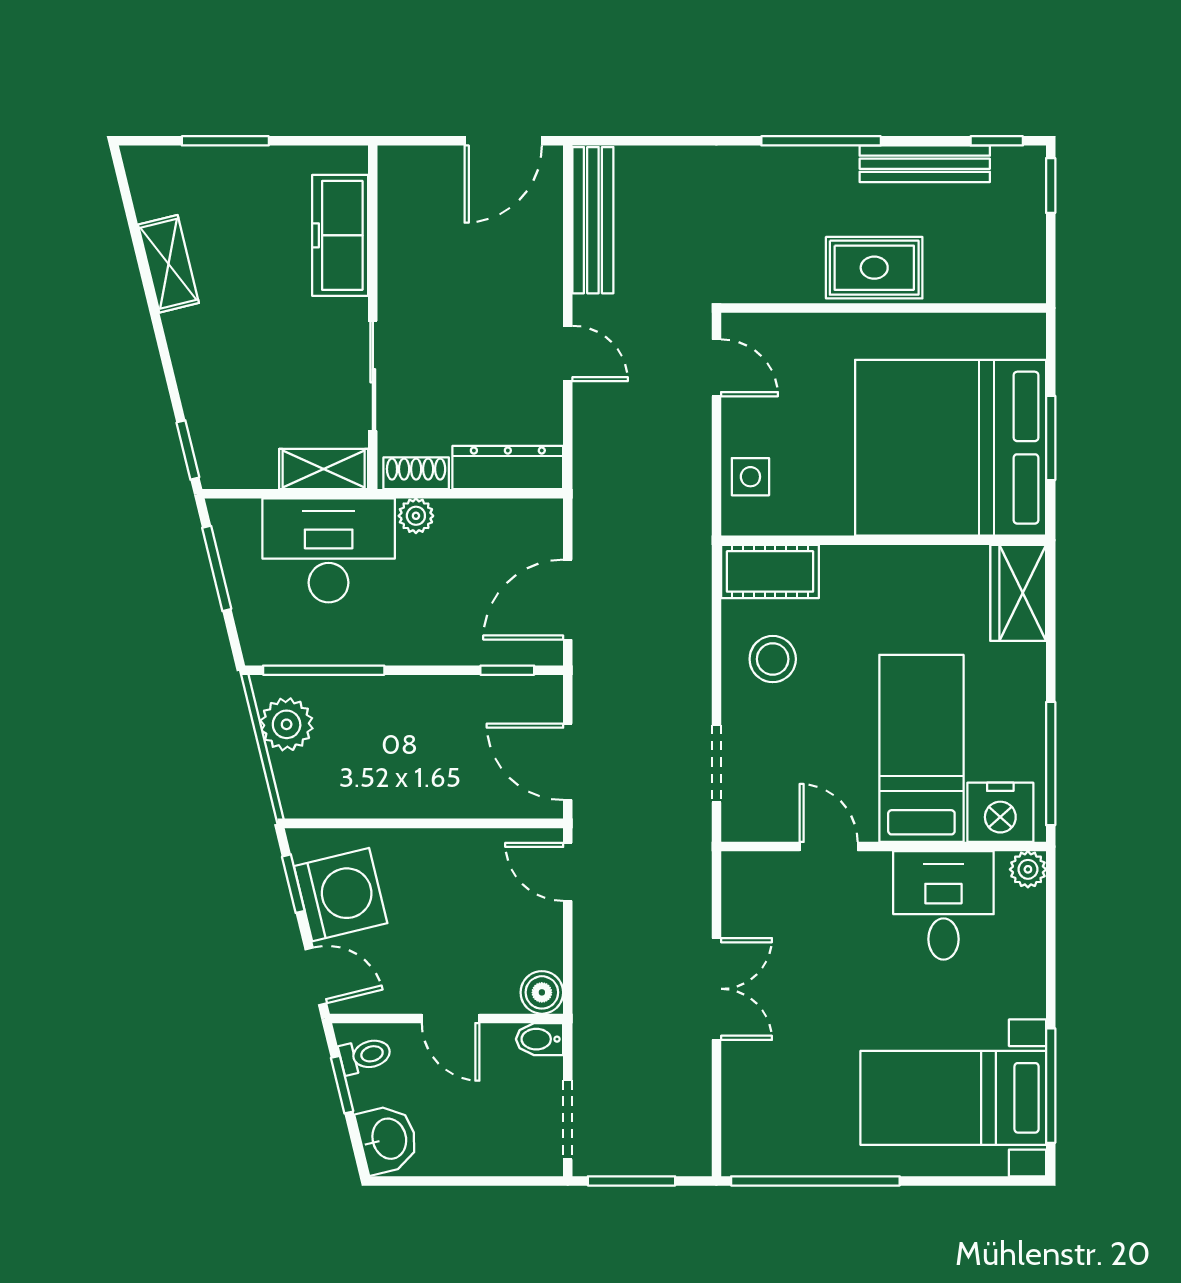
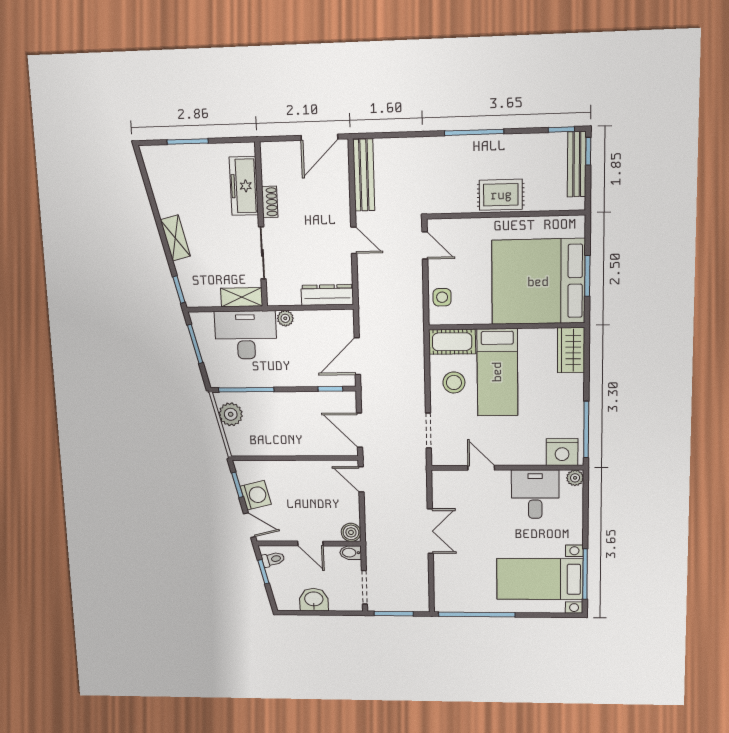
bench: (925, 164) -> (577, 164), moved, turned 90
shelving: (168, 264) -> (175, 238), moved
shoe rack: (416, 473) -> (270, 202), moved, turned 90
bed: (921, 748) -> (497, 372), moved, turned 180
washing machine: (341, 895) -> (256, 495), width x0.73, depth x0.73
washbasin: (388, 1139) -> (314, 600), moved, turned -76

